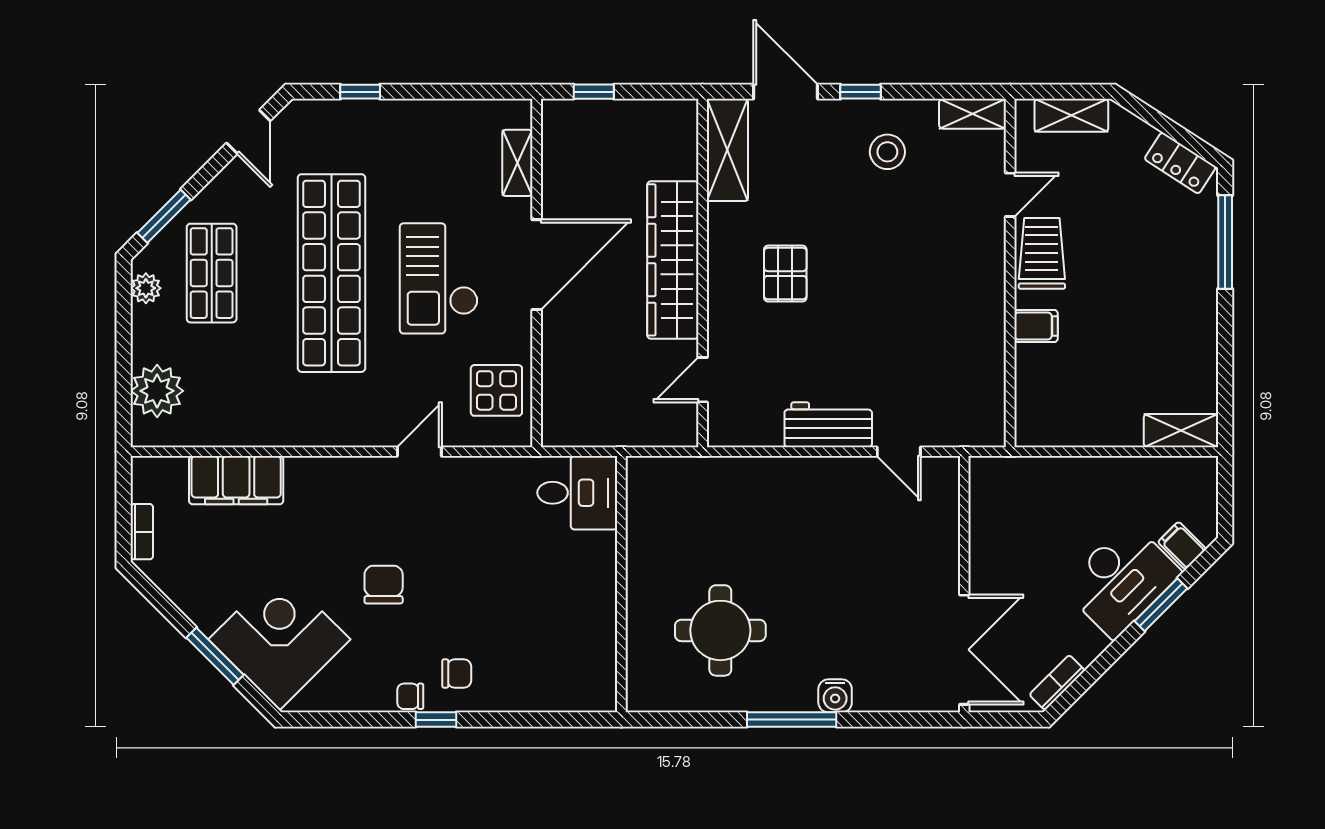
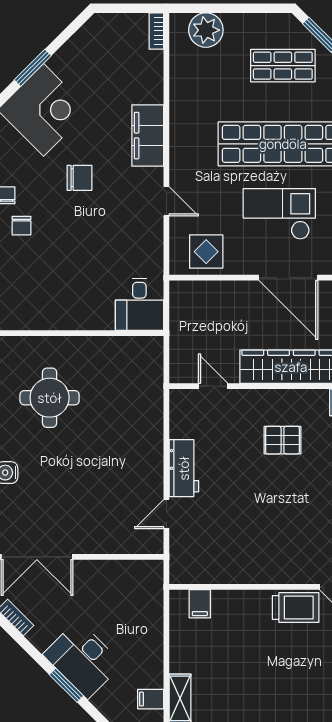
plant: (146, 288) -> (273, 23), removed
filing cabinet: (1036, 326) -> (200, 604), moved
filing cabinet: (236, 480) -> (148, 136), moved
bookcase: (142, 532) -> (156, 31), moved, turned 90
filing cabinet: (1182, 546) -> (151, 699), moved, turned -135

